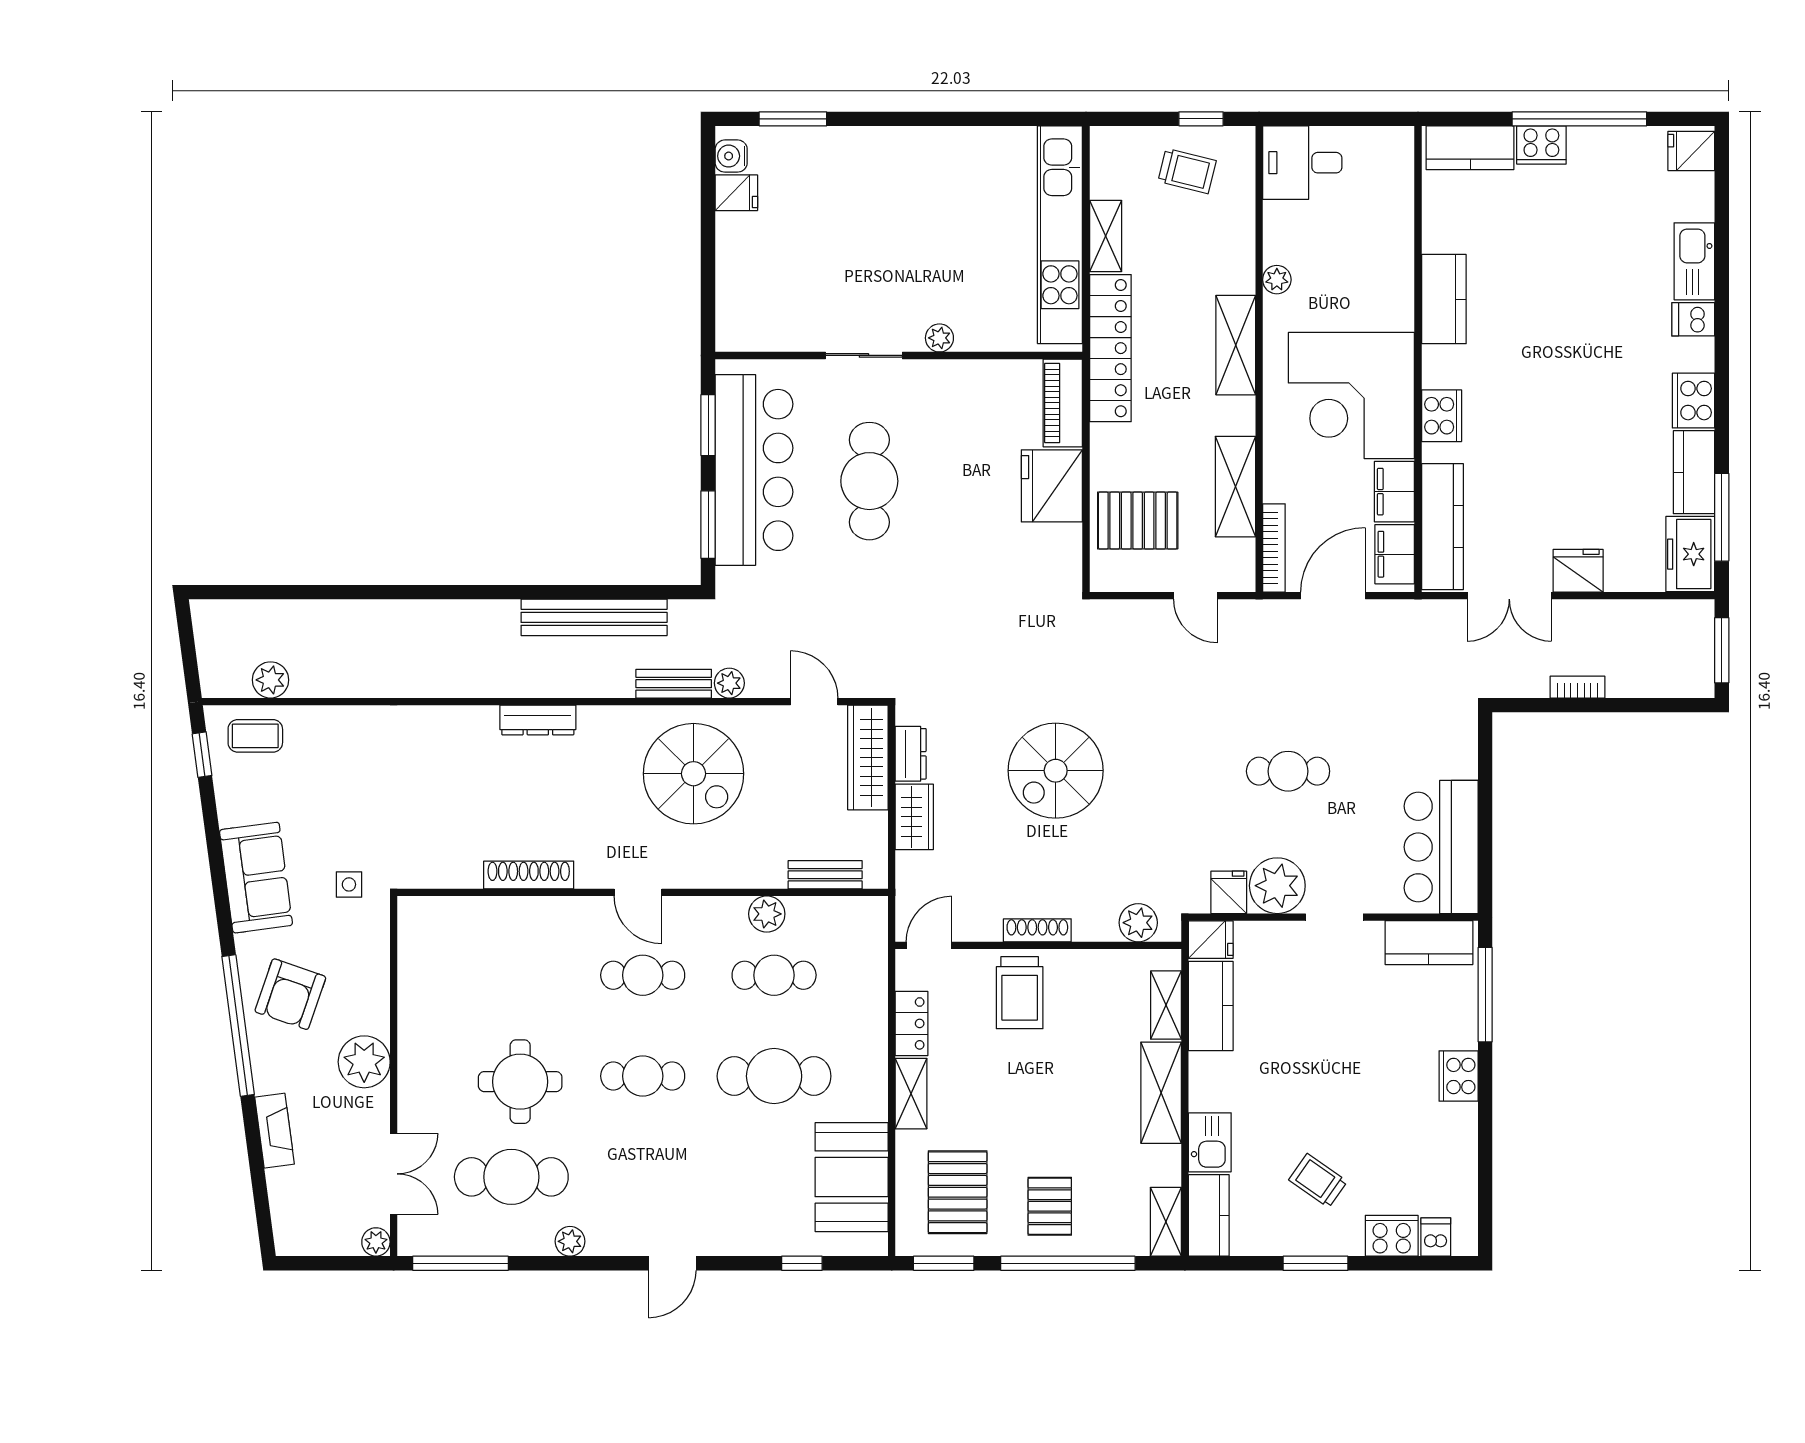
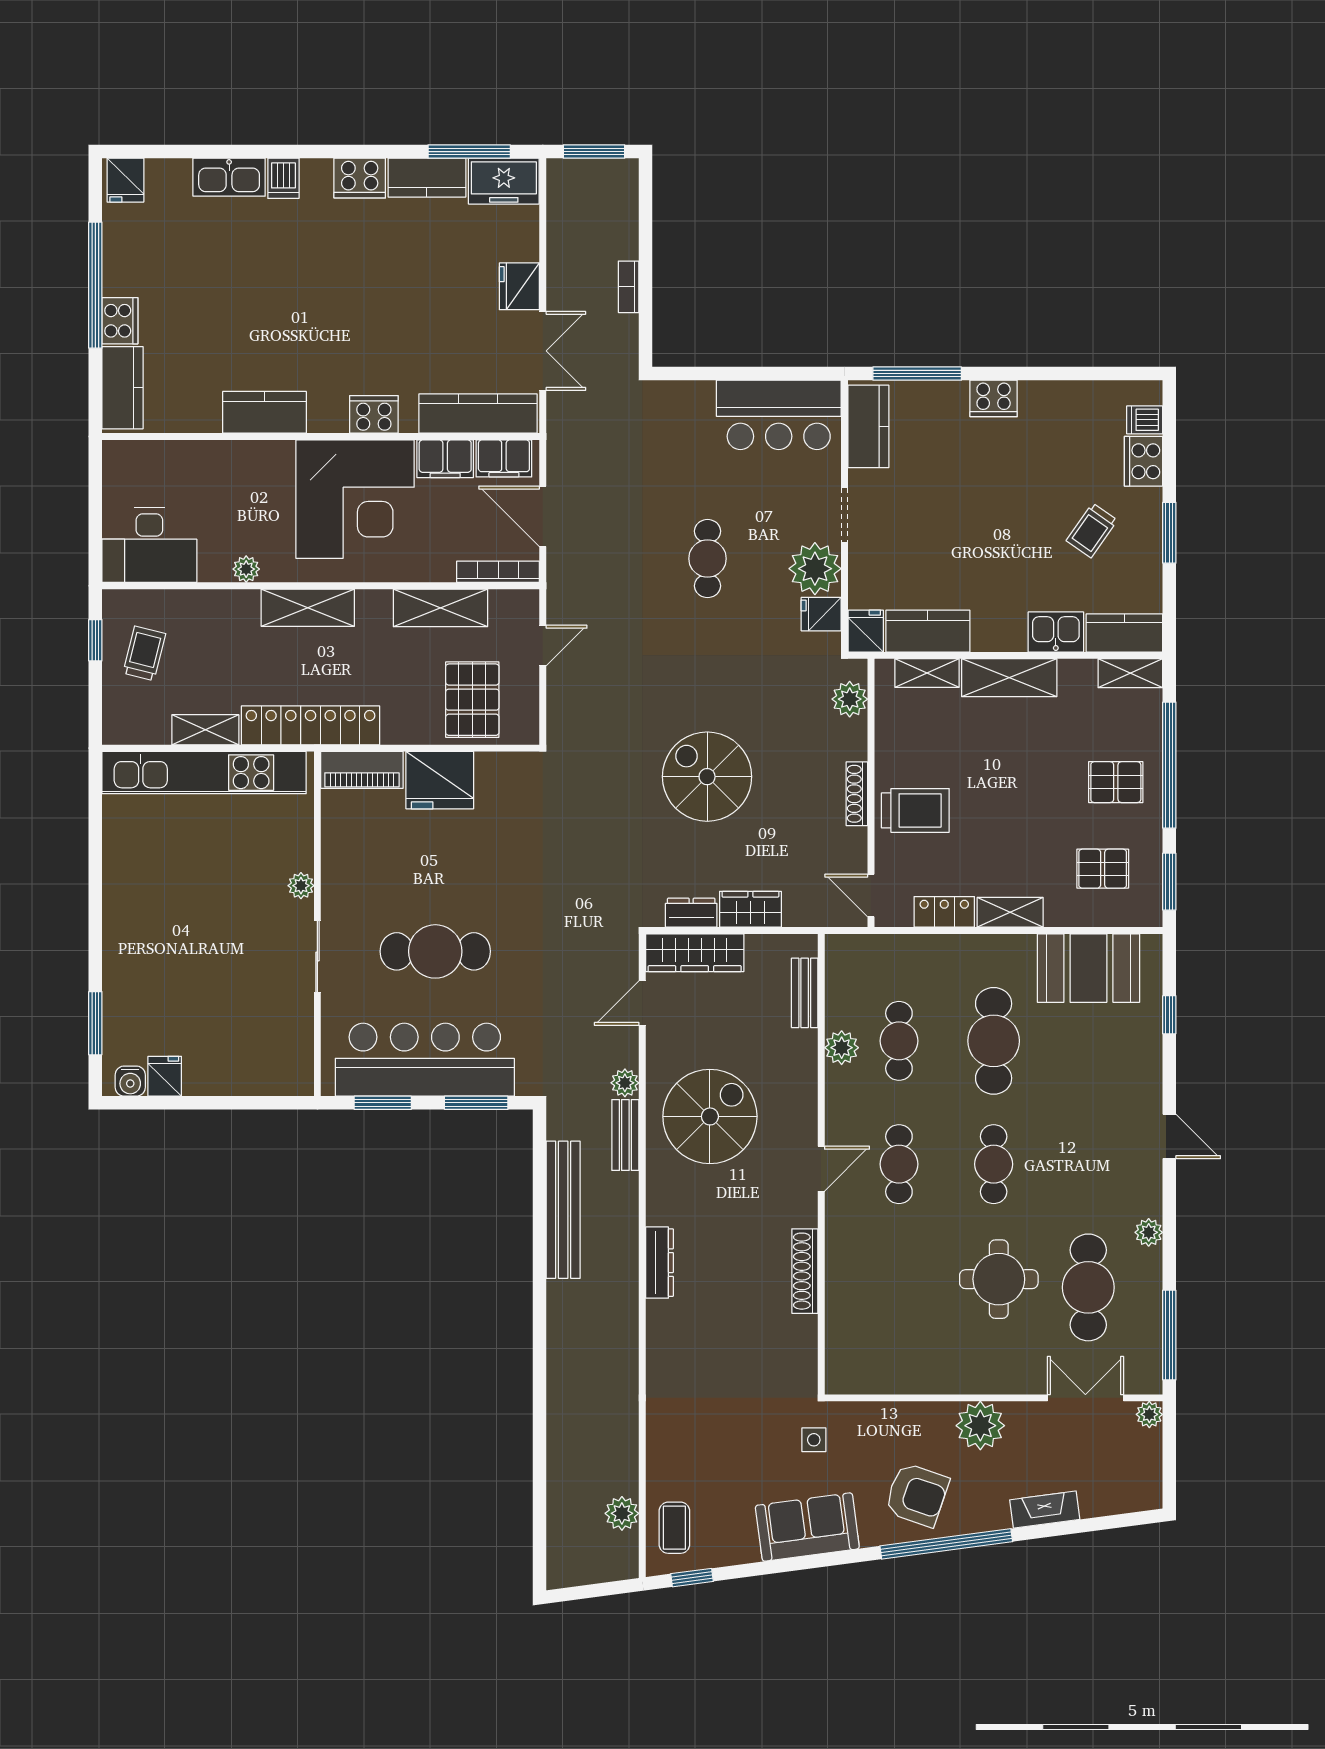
desk: (1302, 163) -> (149, 545), width x1.37
spiral stairs: (1056, 771) -> (707, 777), turned 180
pallet: (958, 1192) -> (1103, 869), width x0.67, depth x0.71

